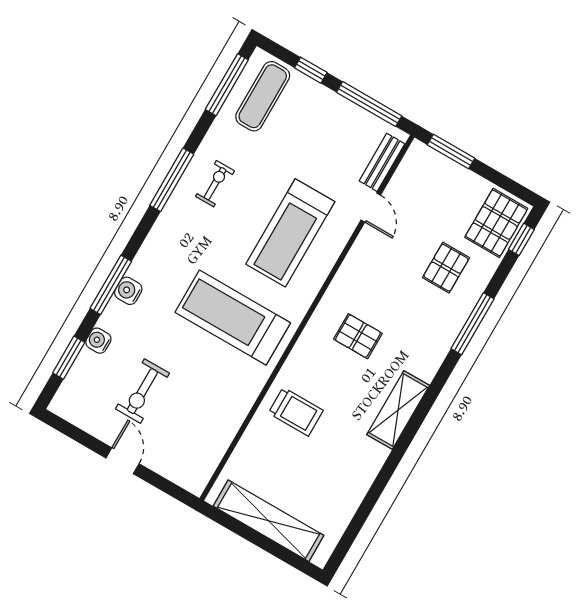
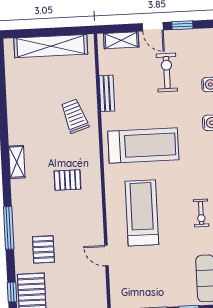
bench: (382, 162) -> (107, 93), moved
shelving: (398, 410) -> (17, 162), width x0.67, depth x0.75
trolley: (296, 412) -> (75, 116), turned 72
window: (84, 438) -> (182, 25), added
shelving: (174, 470) -> (121, 40), added

